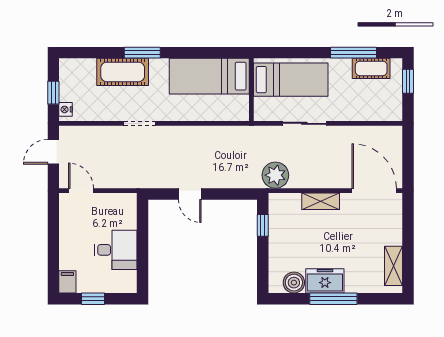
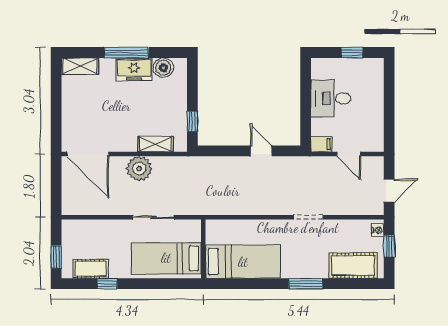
window: (353, 53) -> (107, 284), width x0.46
cot: (123, 72) -> (353, 265), moved
plant: (275, 175) -> (139, 169), moved
door: (81, 191) -> (349, 154), moved
shelving: (321, 201) -> (156, 144), moved
shelving: (393, 266) -> (80, 66), moved, turned 90
filing cabinet: (67, 282) -> (321, 144), moved, turned -90

